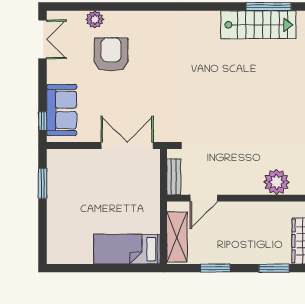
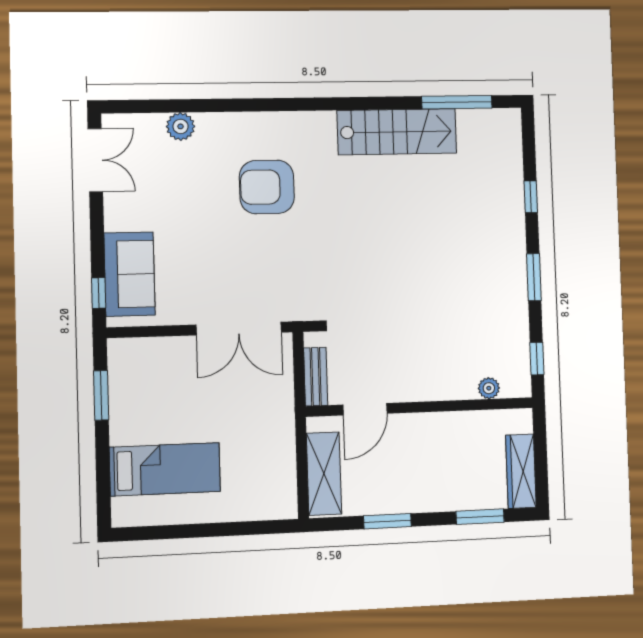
stairs: (258, 25) -> (397, 132), moved
armchair: (111, 55) -> (267, 187), moved, turned -90
double door: (127, 146) -> (239, 329), swing flipped
plant: (277, 182) -> (489, 388), width x0.53, depth x0.53
bed: (127, 249) -> (165, 469), moved, turned 180

